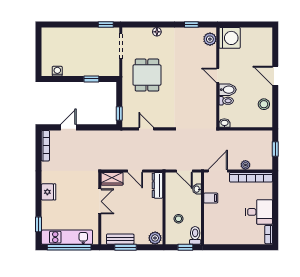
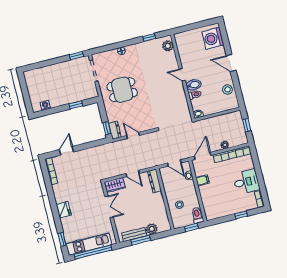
washing machine: (230, 38) -> (213, 38), moved, turned 180
dining table: (147, 75) -> (122, 90), turned 90
dresser: (127, 118) -> (115, 130), added
plant: (155, 238) -> (152, 229), moved
window: (244, 247) -> (241, 215), added

